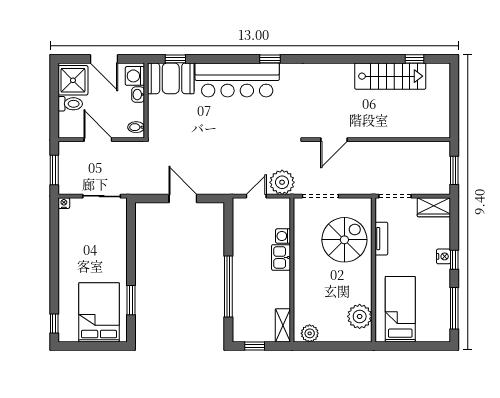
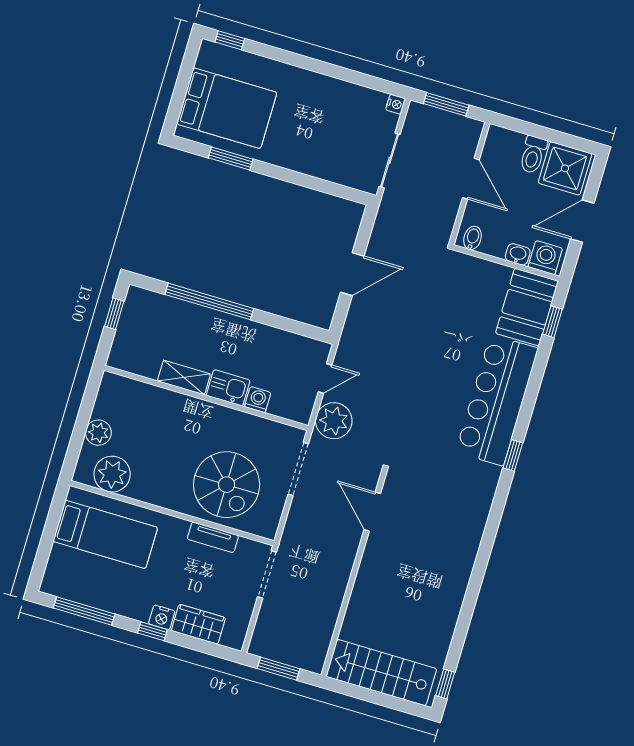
window: (415, 59) -> (445, 684), moved
stairs: (390, 76) -> (381, 673), moved, turned 90
door: (98, 140) -> (471, 179), hinge flipped
door: (256, 196) -> (325, 378), hinge flipped
wardrobe: (434, 207) -> (198, 624), moved, turned 90
shelving: (283, 325) -> (184, 377), moved
plant: (310, 333) -> (98, 433), moved

